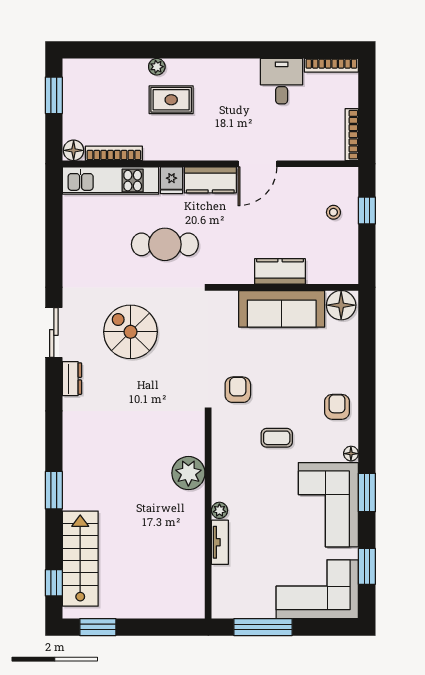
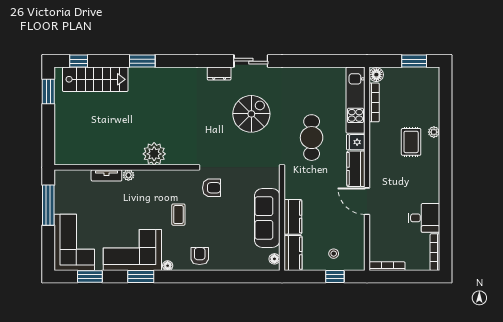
kitchen counter: (333, 271) -> (293, 253), added
floor lamp: (341, 305) -> (274, 259), width x0.53, depth x0.53
armchair: (337, 407) -> (200, 256), turned -90

